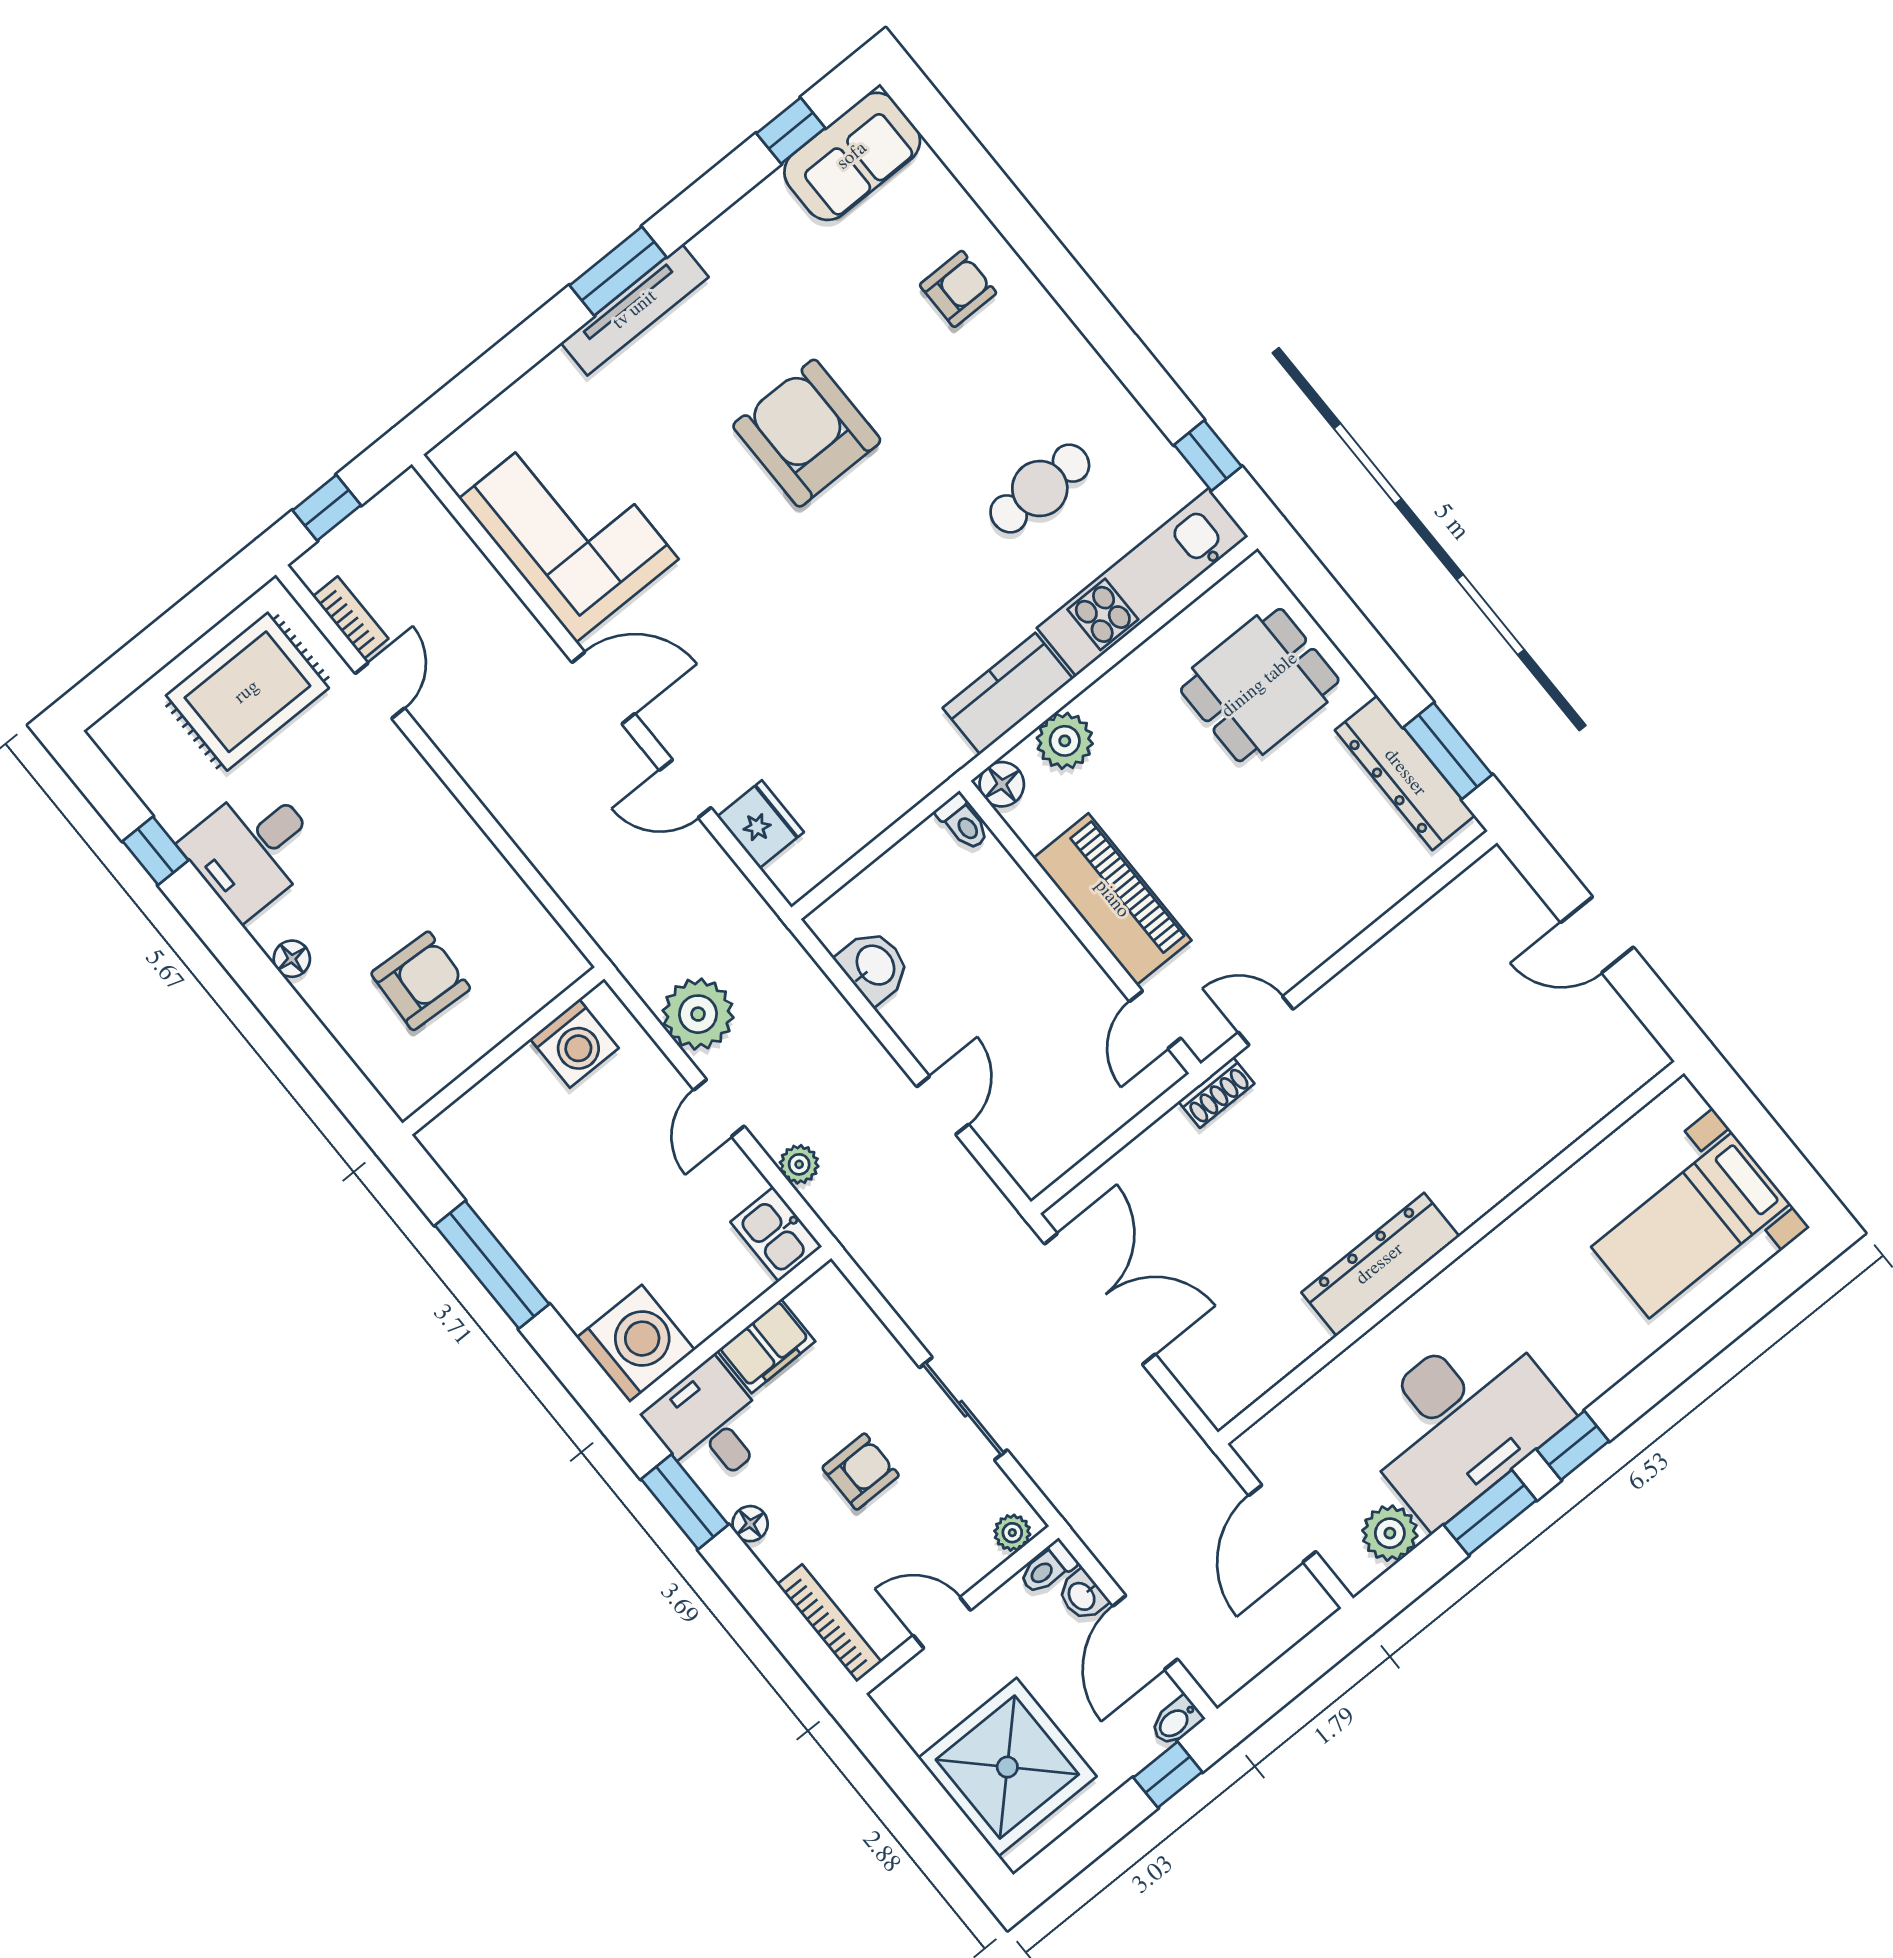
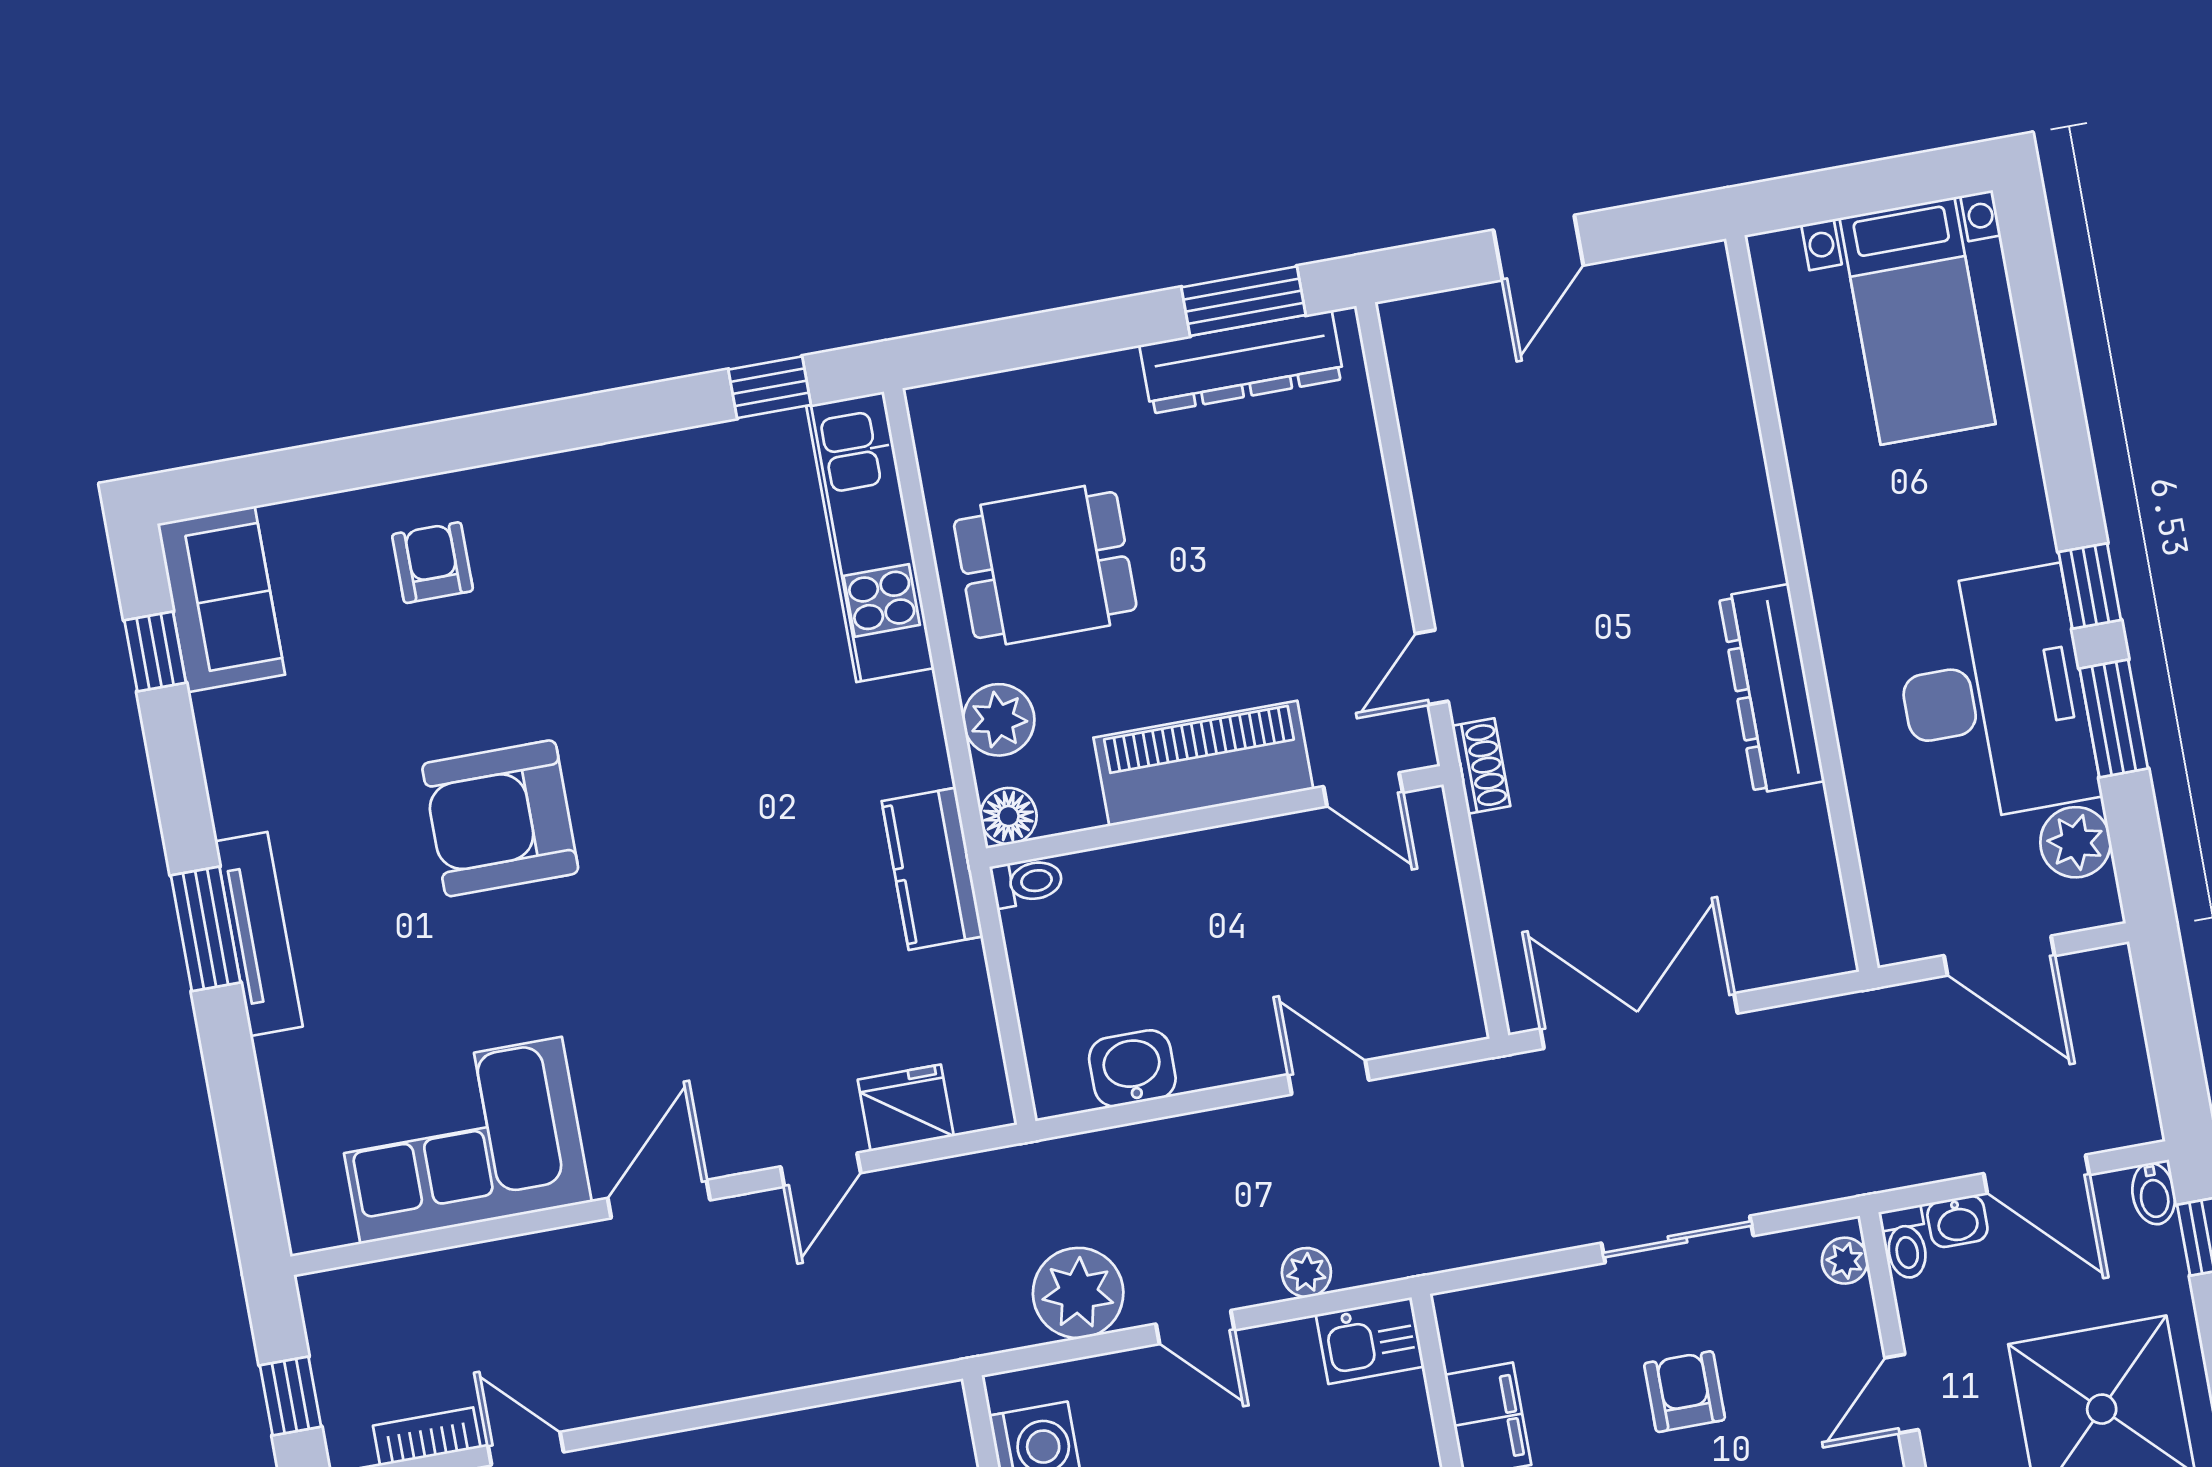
cafe table: (1040, 489) -> (704, 594), removed
dining table: (1260, 685) -> (1045, 565), moved, turned 90
kitchen counter: (1008, 693) -> (932, 869), moved

